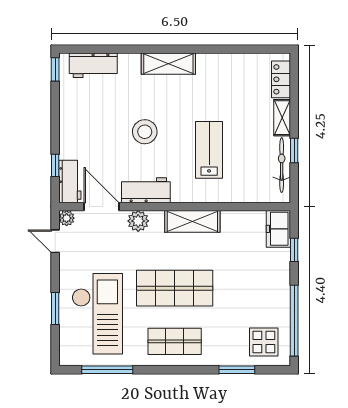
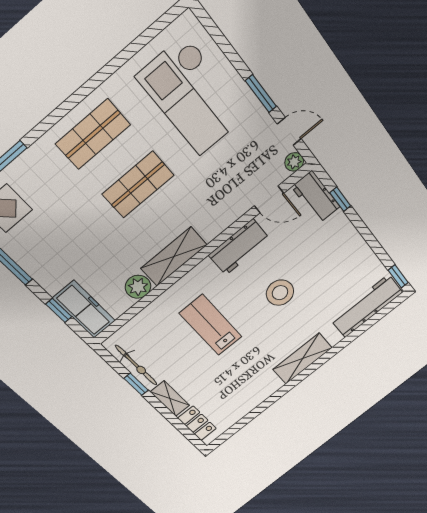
workbench: (93, 65) -> (367, 306), width x1.38
lab bench: (209, 150) -> (211, 325), turned 180
door: (101, 207) -> (269, 199), width x0.73
plant: (138, 221) -> (138, 287), moved
freezer: (278, 229) -> (84, 309), width x1.40
shop shelf: (175, 288) -> (138, 185), width x0.70, depth x0.74
window: (55, 309) -> (261, 94), moved
window: (107, 370) -> (136, 46), removed

